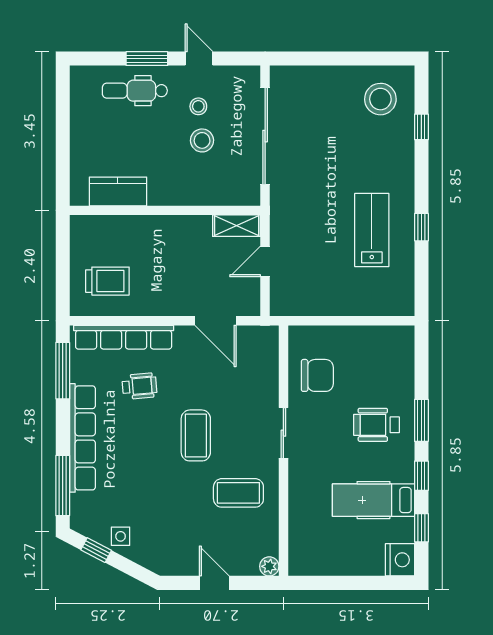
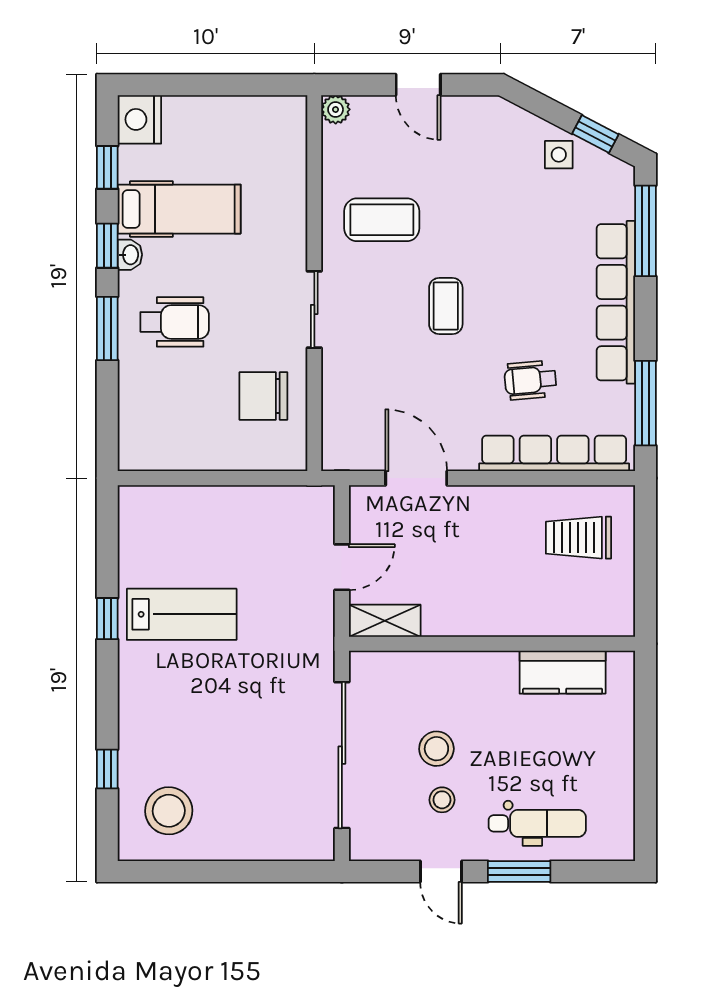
lab bench: (372, 230) -> (182, 614), turned -90
coffee table: (196, 435) -> (446, 306), width x0.73, depth x0.77
washbasin: (406, 470) -> (130, 255), added

